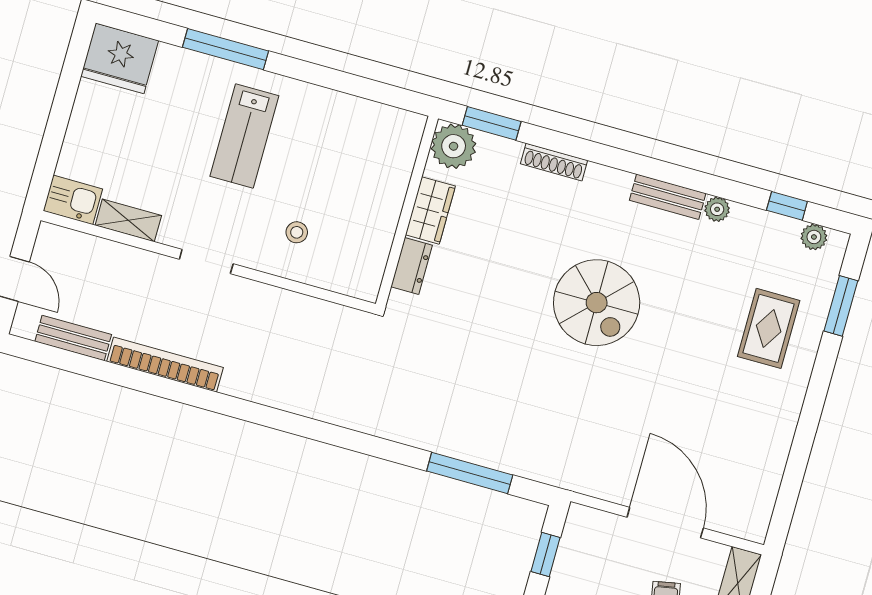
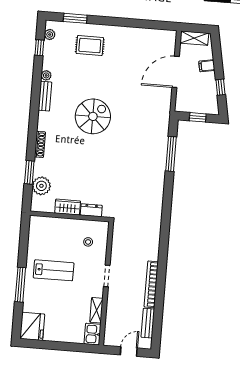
wardrobe: (430, 210) -> (68, 207), moved
wall: (407, 211) -> (70, 216), moved
dresser: (412, 266) -> (91, 210), moved

